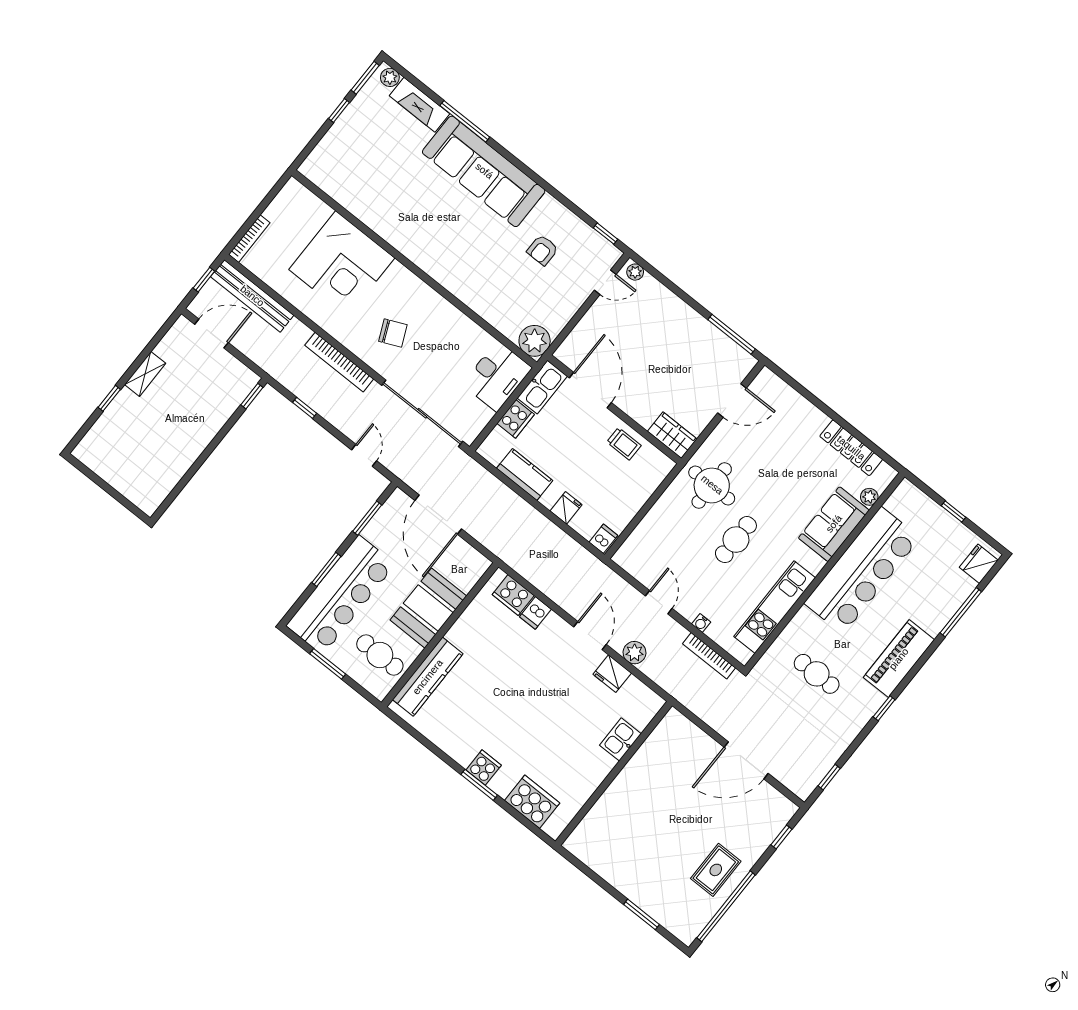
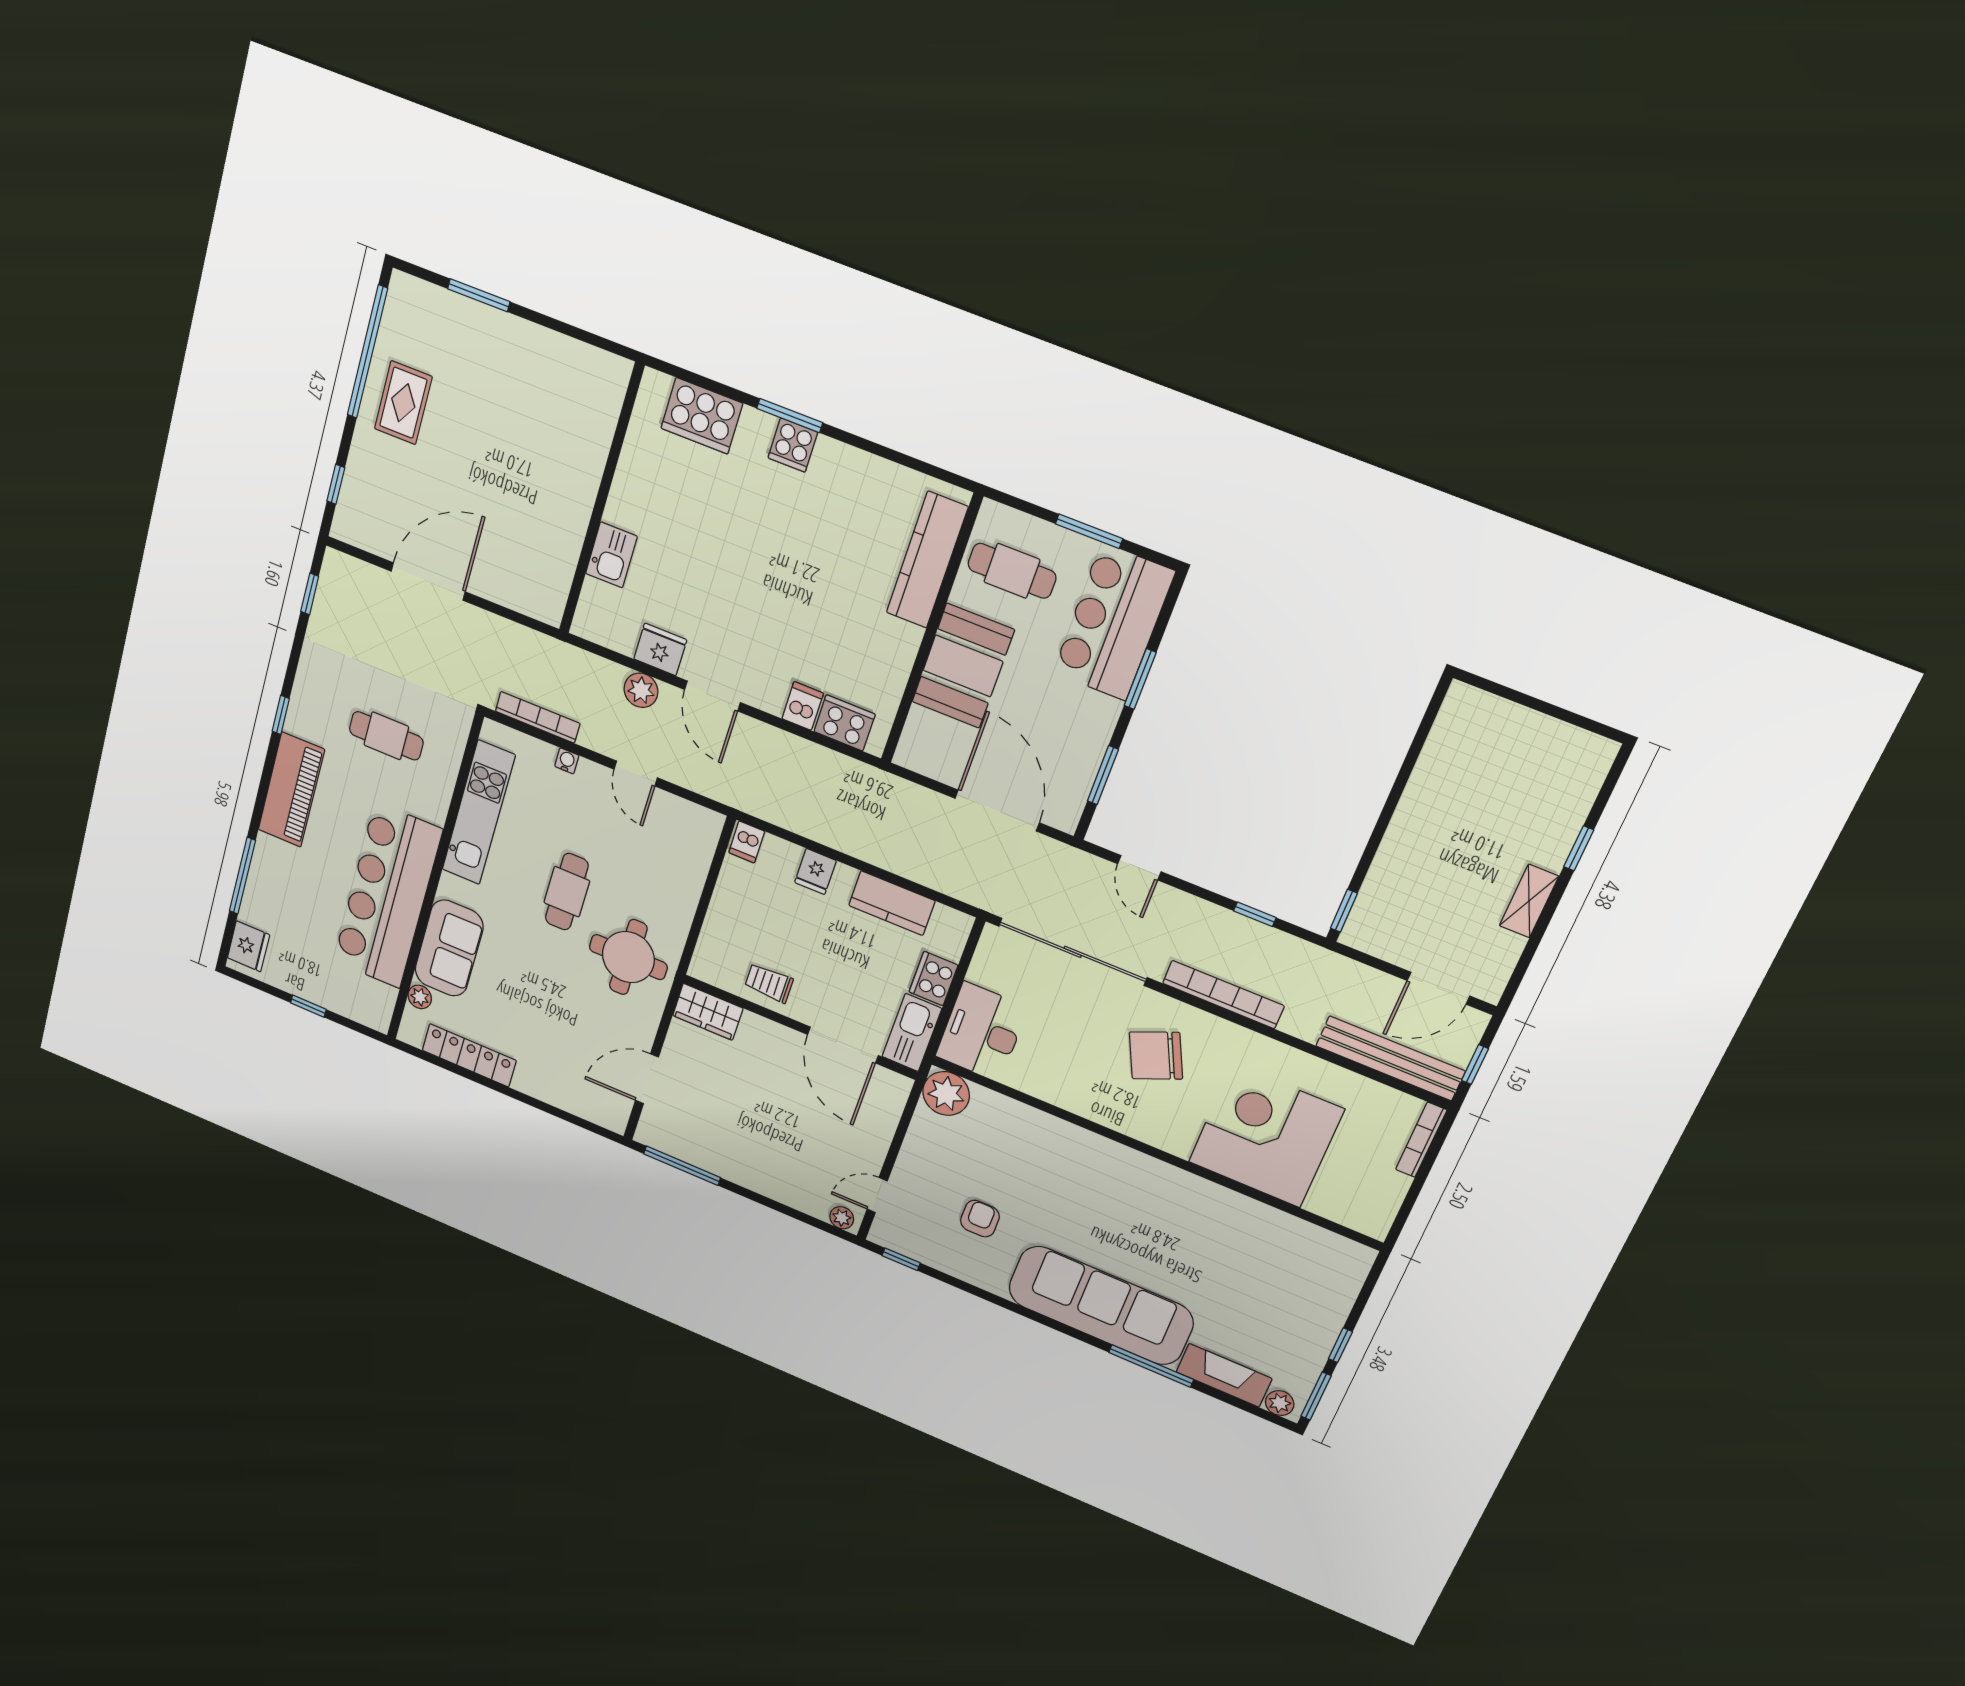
chair: (393, 333) -> (1156, 1056), width x1.37, depth x1.37
bar counter: (341, 595) -> (1113, 622), width x0.73

